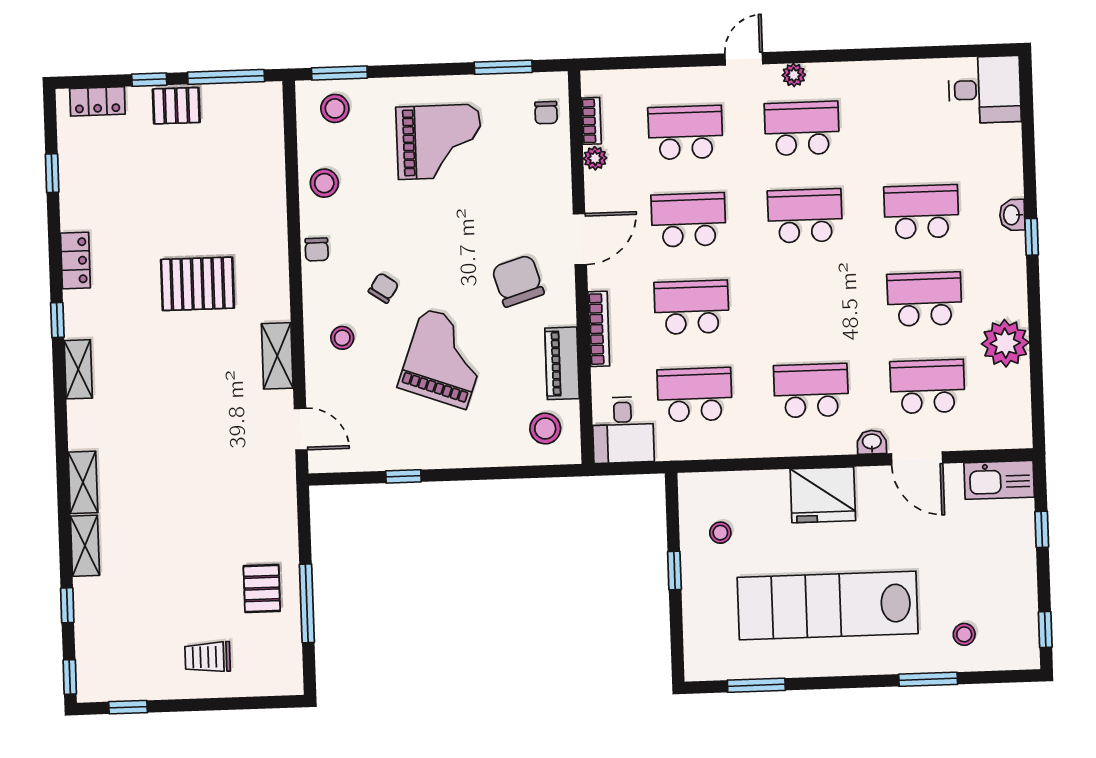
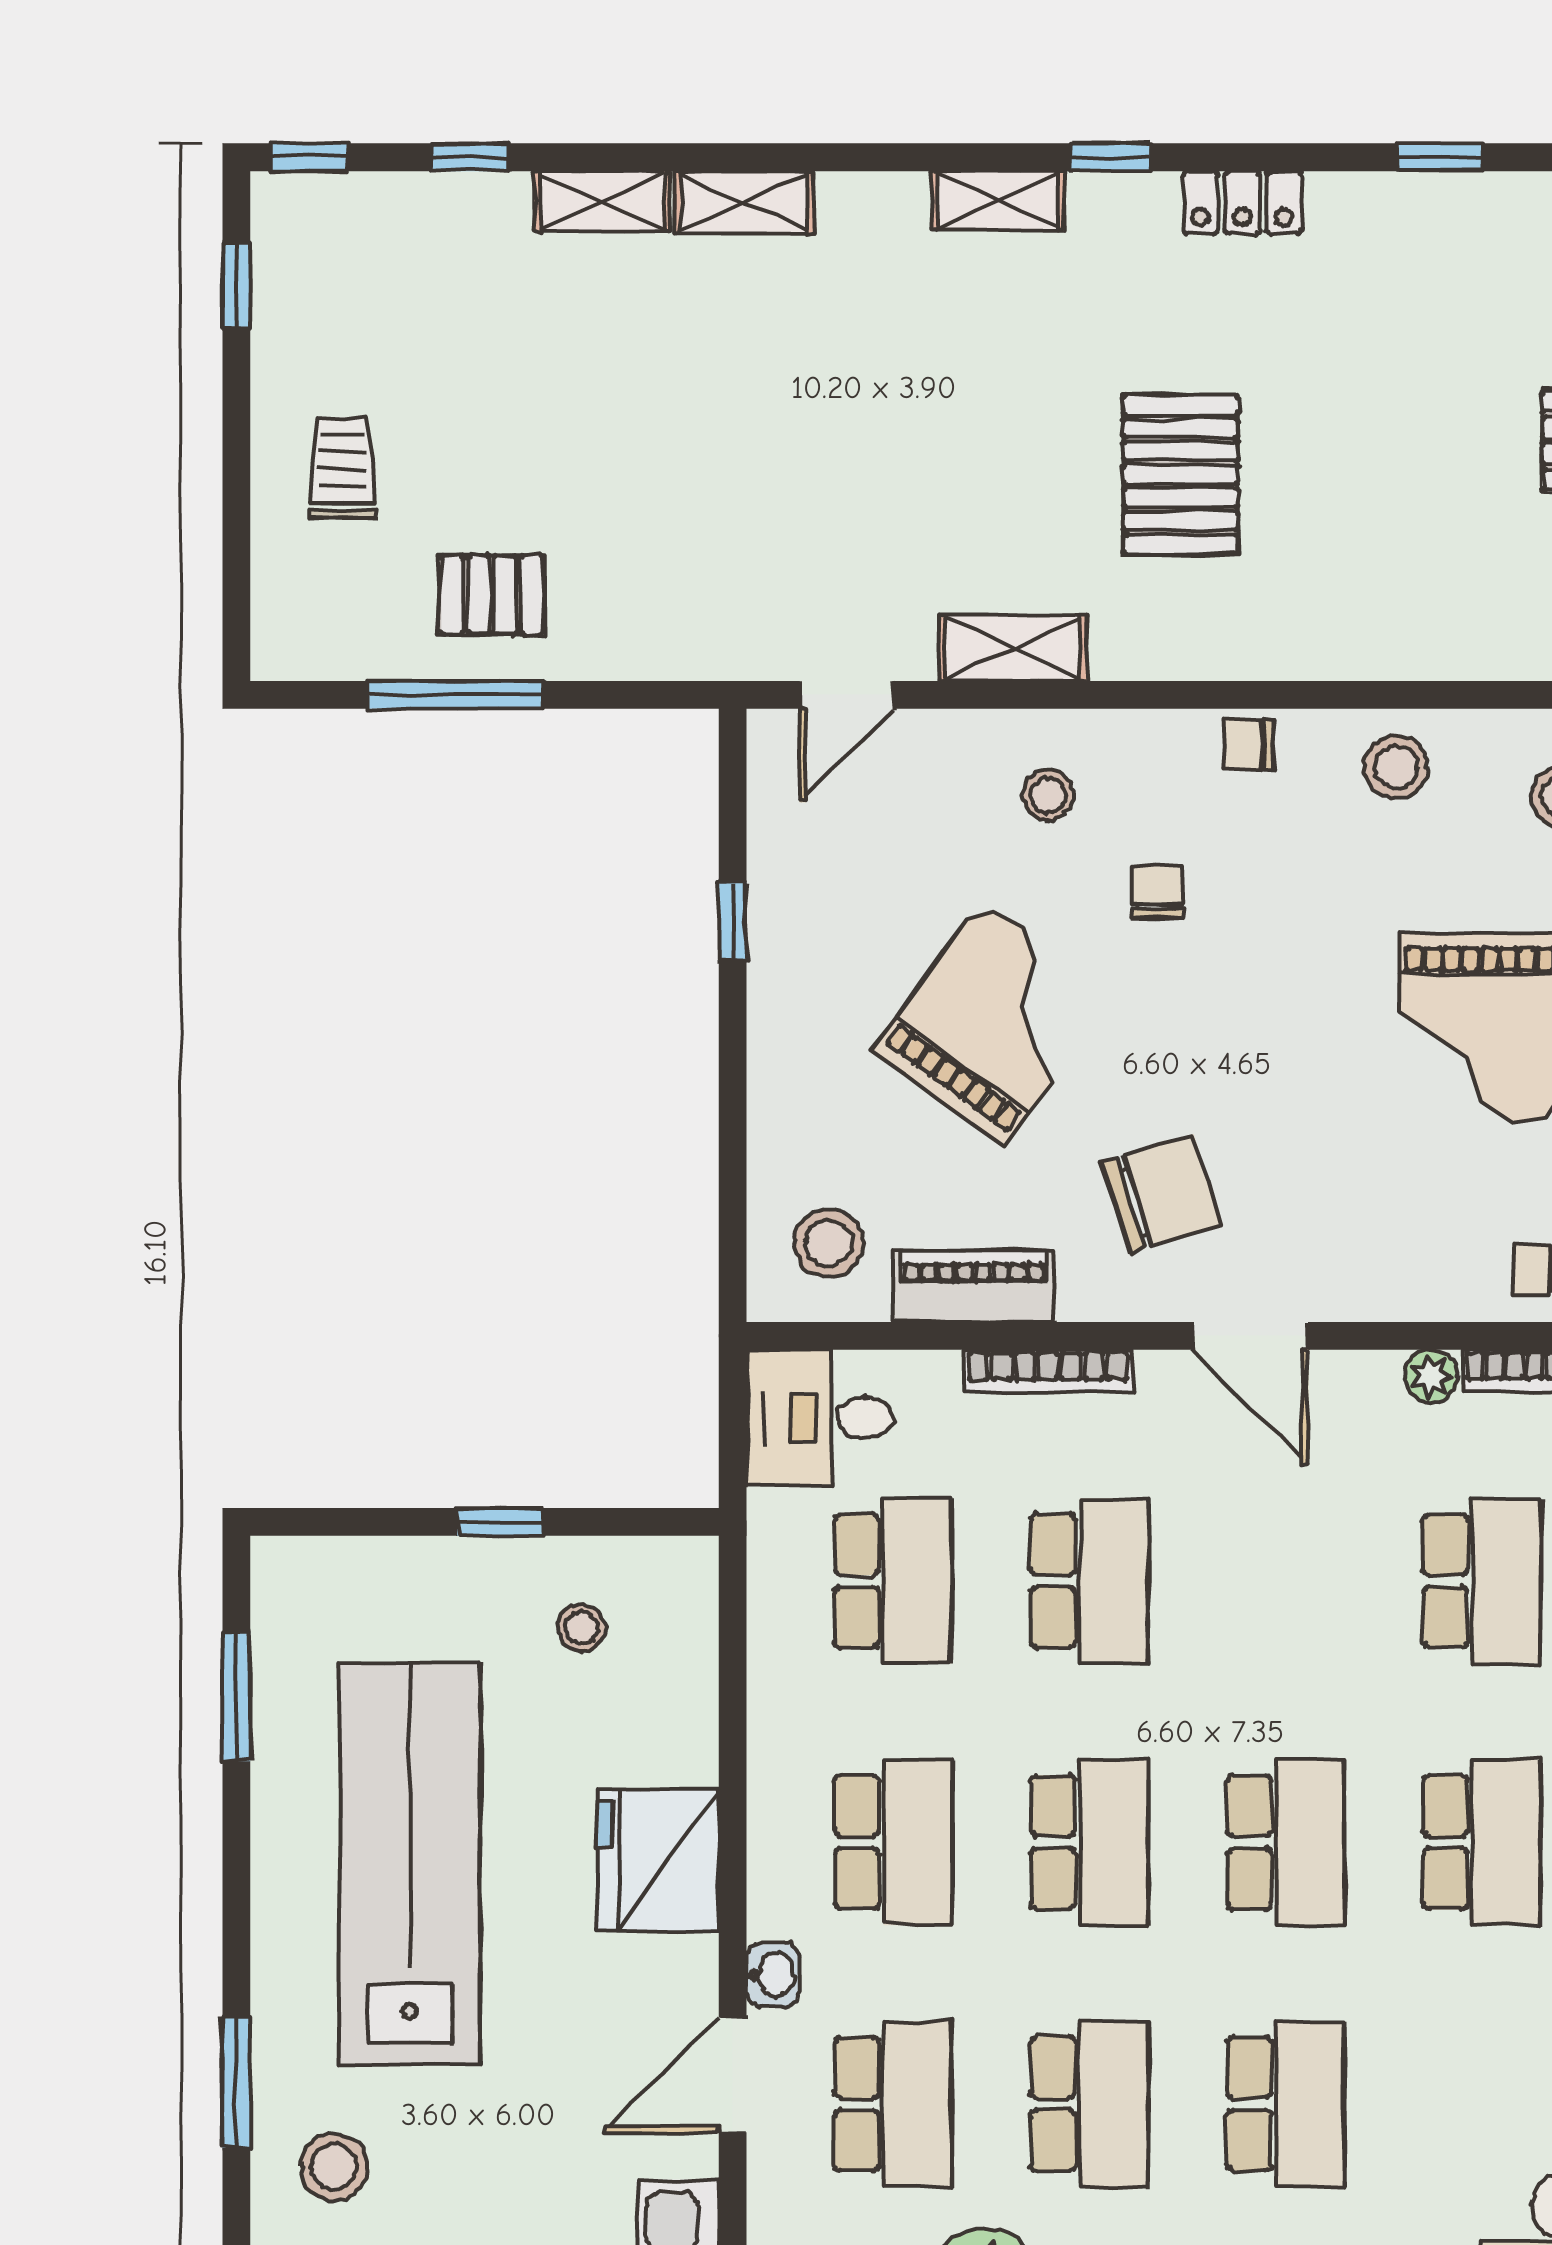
school desk: (689, 220) -> (1089, 1842), moved
chair: (383, 288) -> (1157, 891), turned -124
grand piano: (444, 358) -> (994, 1022), turned -74
stool: (964, 634) -> (334, 2167), width x1.37, depth x1.37

